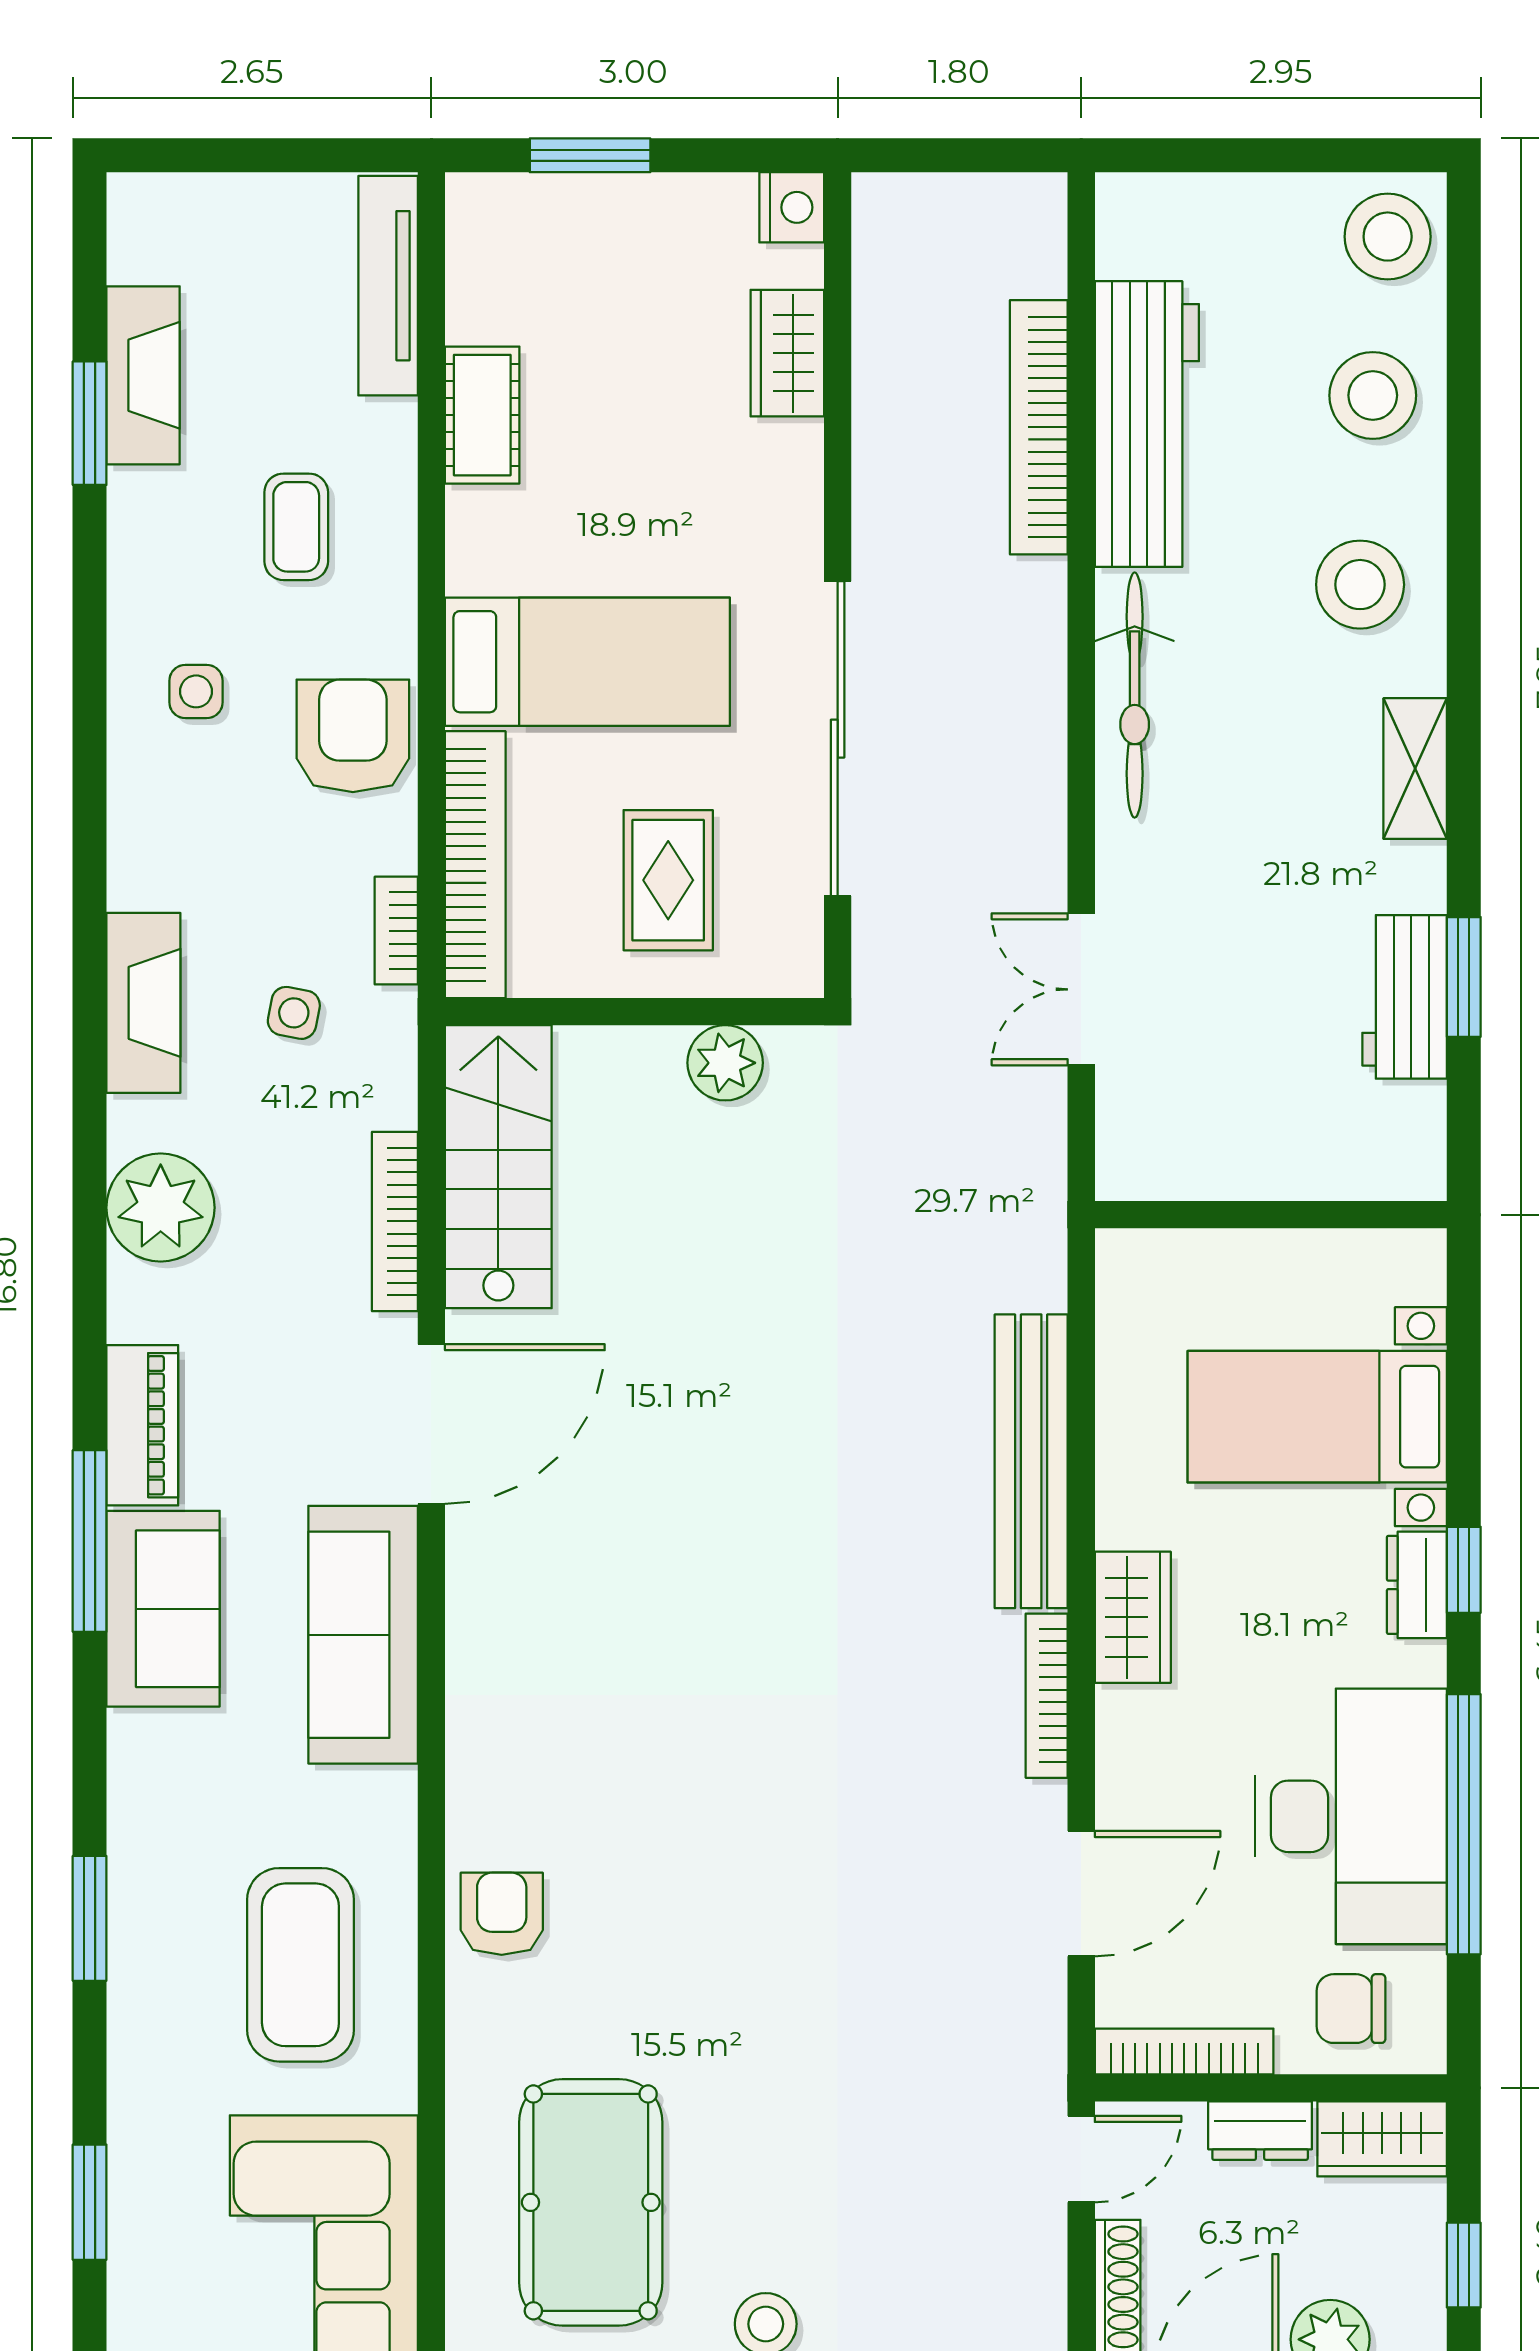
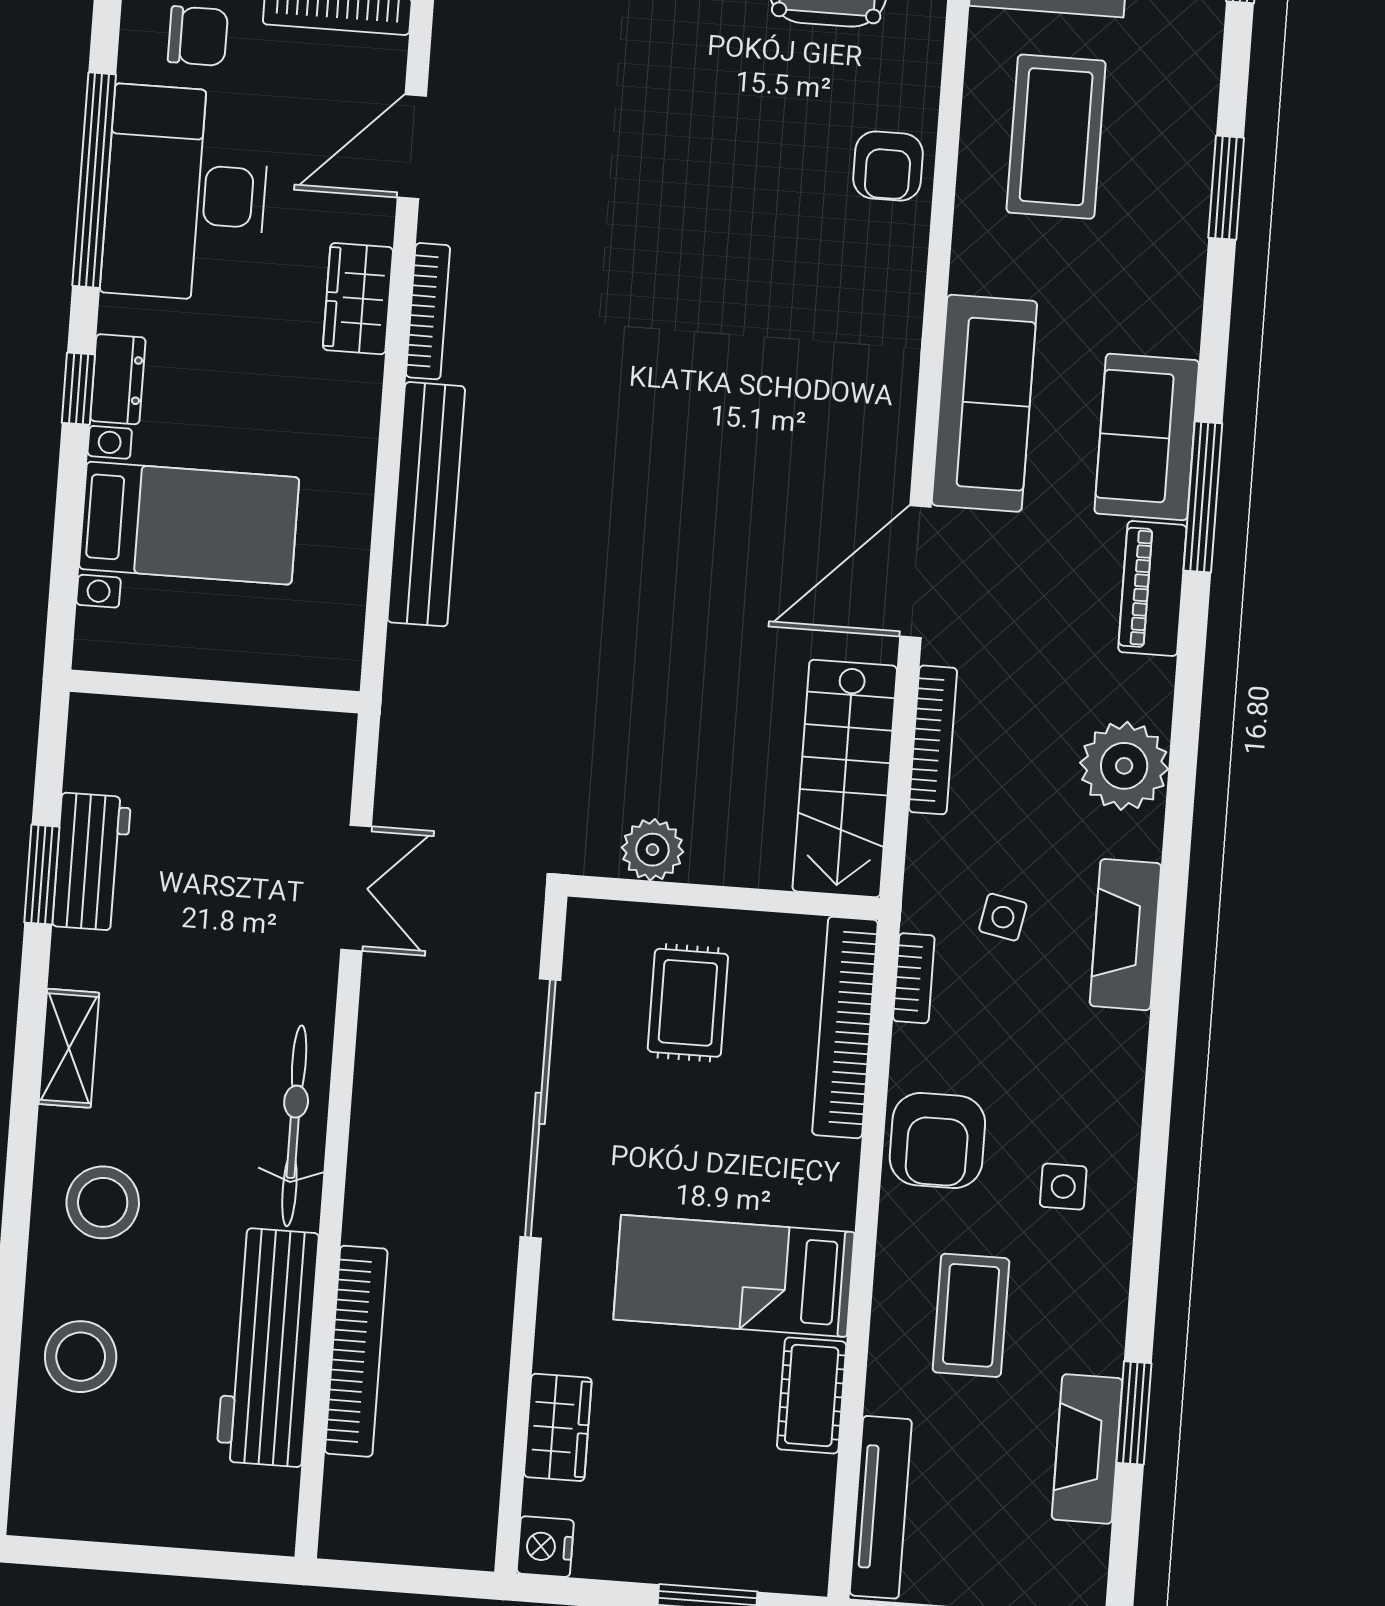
stool: (1388, 237) -> (59, 1486), removed
coffee table: (296, 527) -> (971, 1315), width x1.36, depth x1.30
bed: (587, 662) -> (734, 1276), moved
wardrobe: (1133, 1617) -> (358, 299), moved

